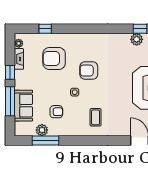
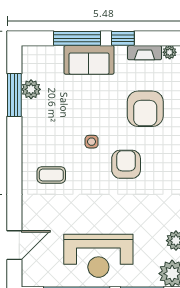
armchair: (54, 58) -> (145, 109), turned 180
sofa: (23, 106) -> (89, 60), moved
armchair: (56, 112) -> (60, 112), removed

